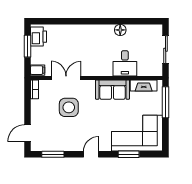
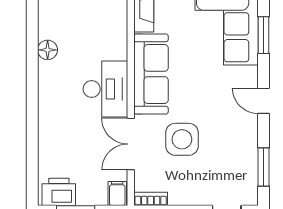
desk: (125, 63) -> (105, 89), moved, width x1.37
sofa: (112, 90) -> (151, 74), width x1.36

